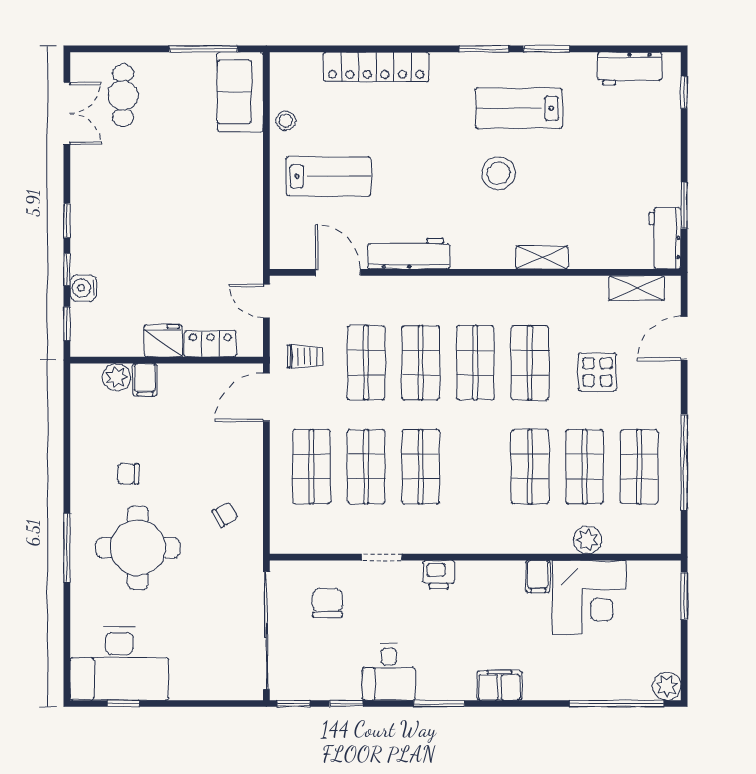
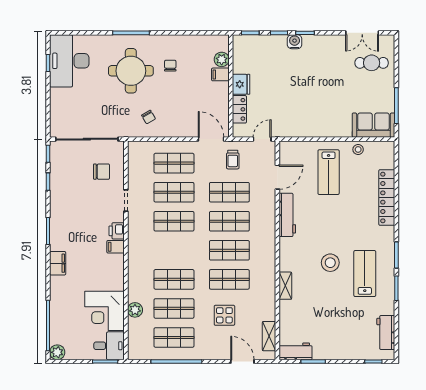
water cooler: (83, 288) -> (295, 42), moved
filing cabinet: (538, 576) -> (116, 247), moved
desk: (389, 672) -> (109, 346), moved, turned 180

